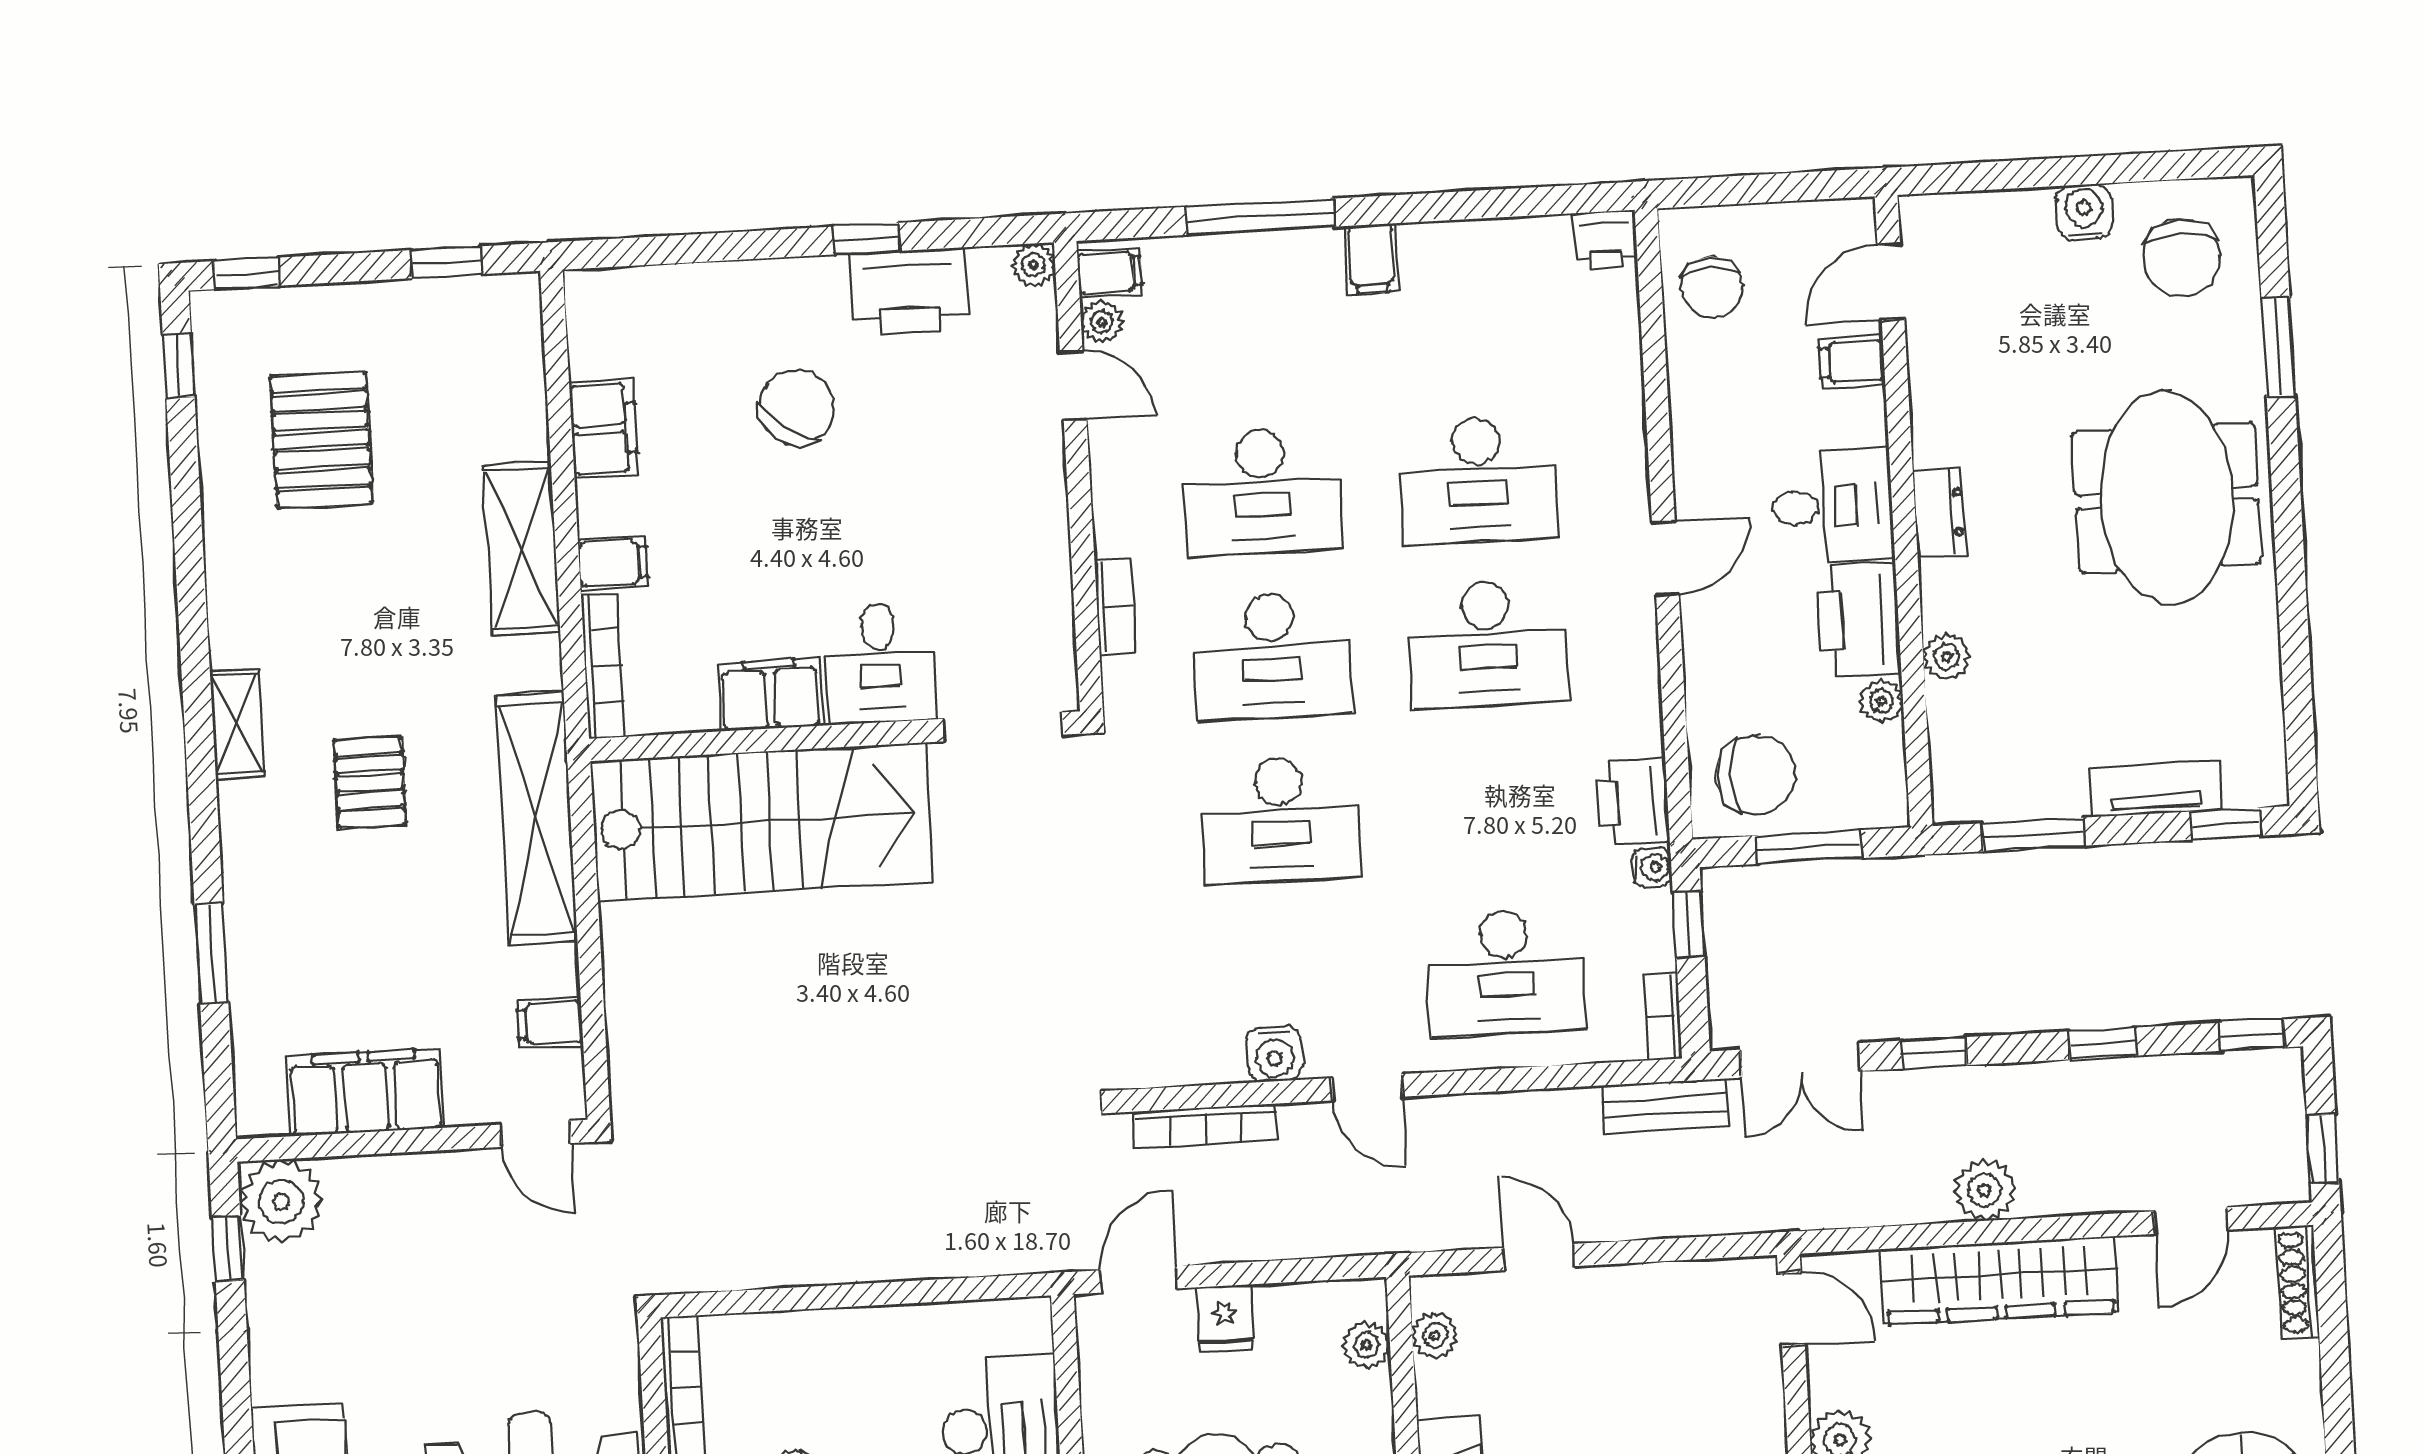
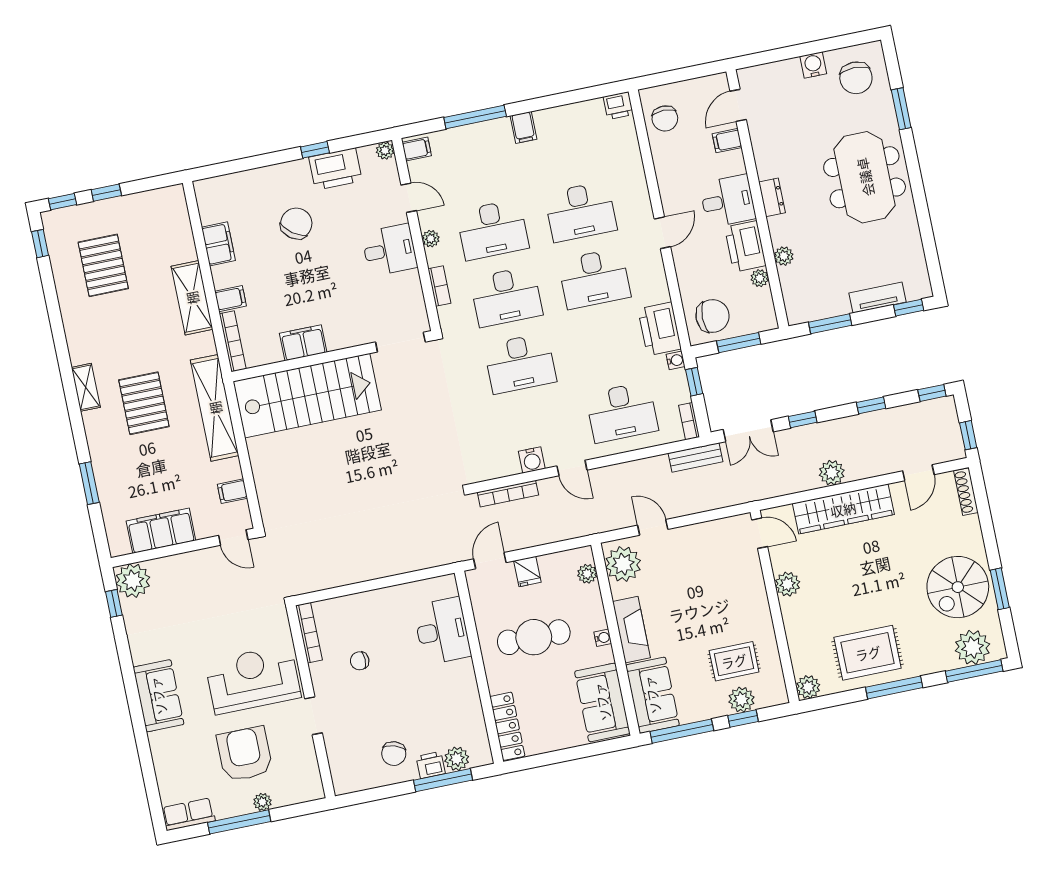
window: (446, 262) -> (106, 193), moved
plant: (1102, 322) -> (431, 239), moved
desk: (880, 663) -> (390, 250), moved, turned -90
pallet: (370, 782) -> (144, 403), width x1.50, depth x1.42
printer: (1633, 802) -> (660, 329), width x1.37, depth x1.19
plant: (1435, 1335) -> (623, 564), width x1.88, depth x1.88

